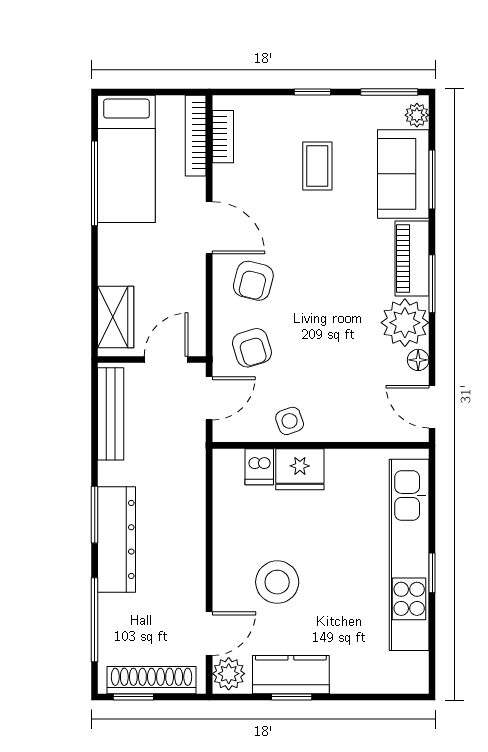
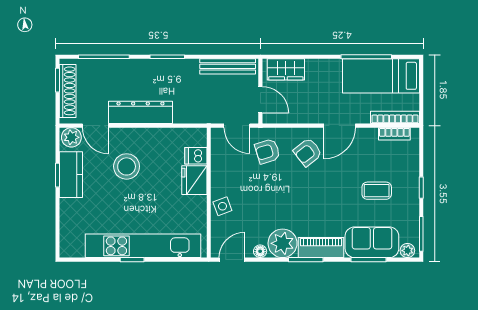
armchair: (253, 281) -> (308, 152), turned -52
side table: (290, 421) -> (222, 206), moved
dresser: (117, 539) -> (140, 112), moved, turned 180

